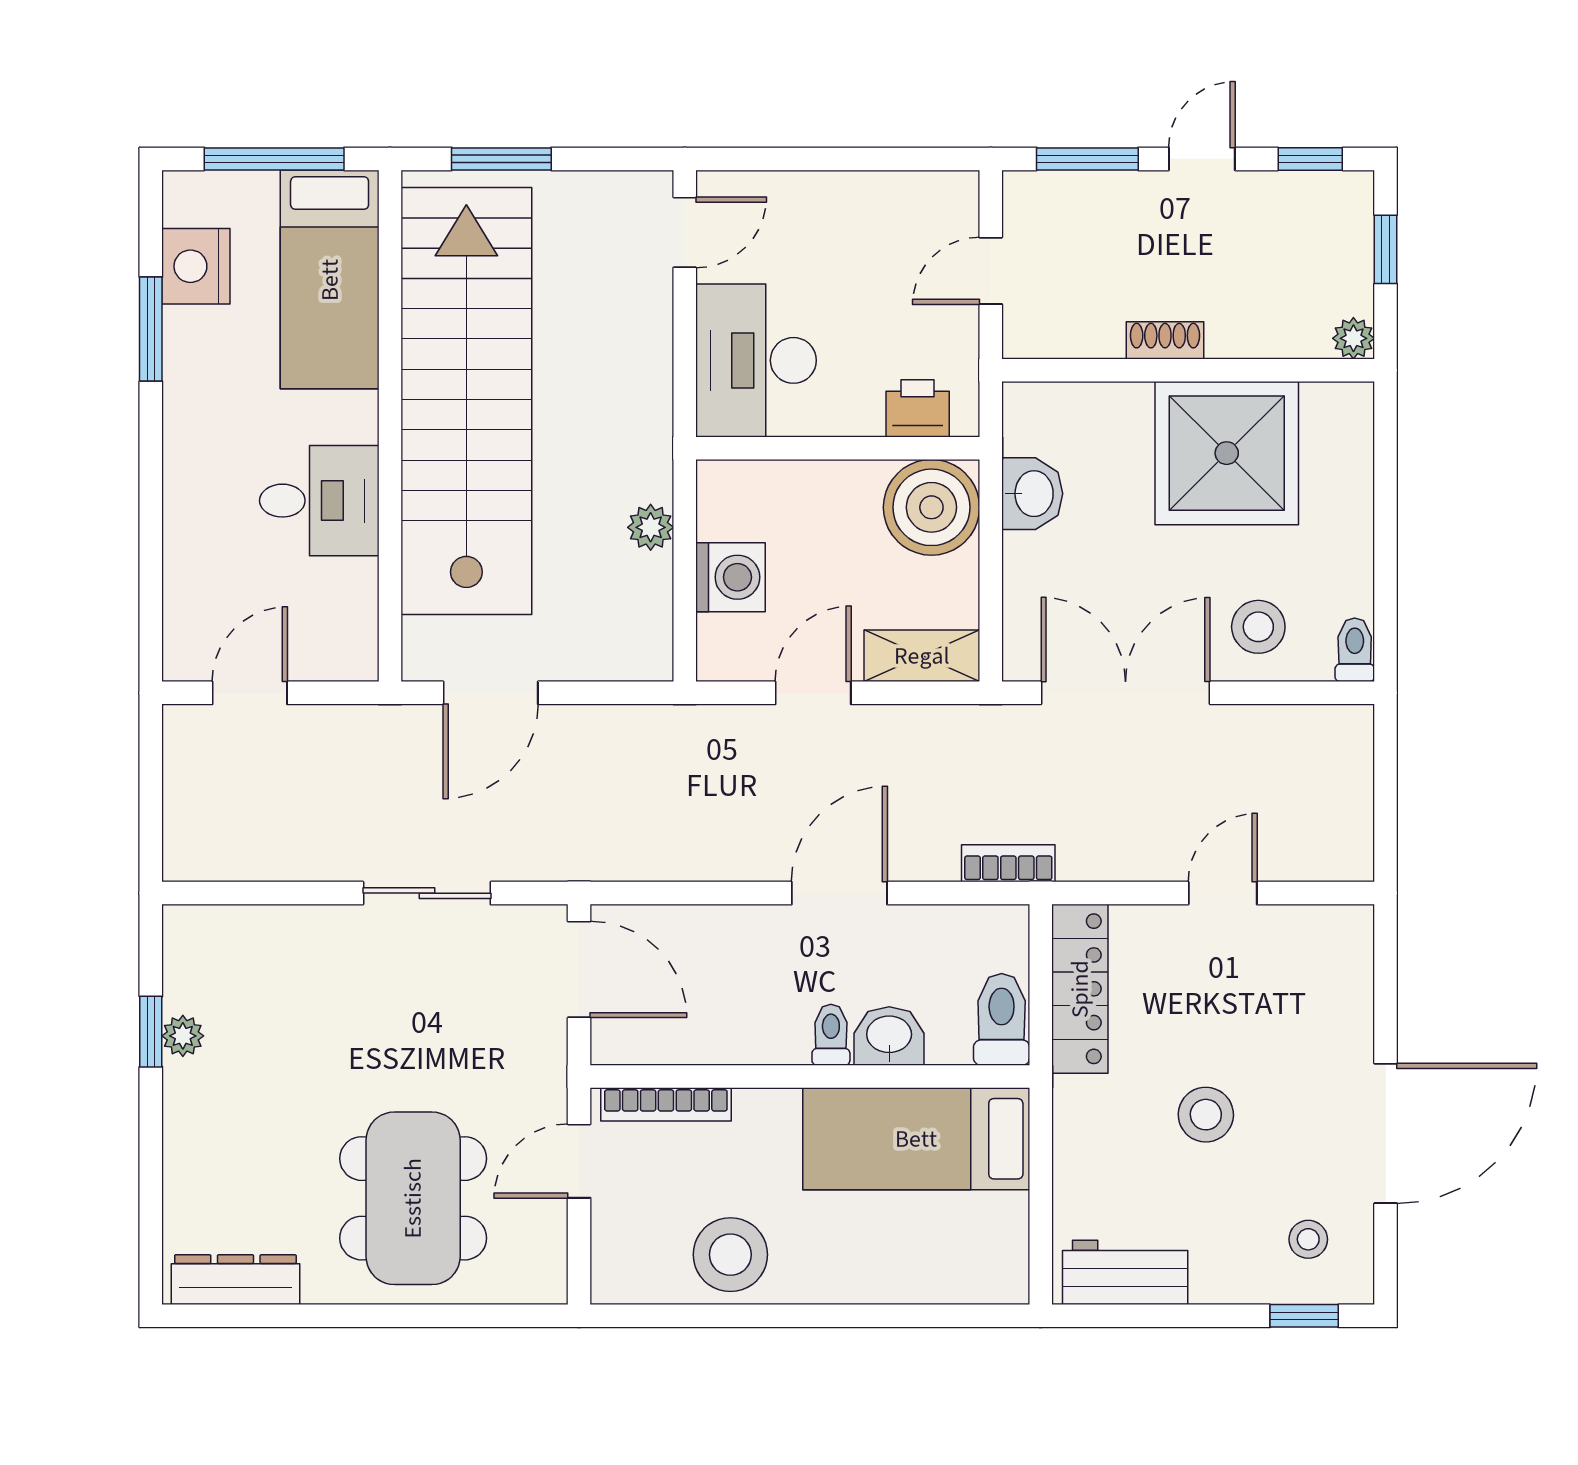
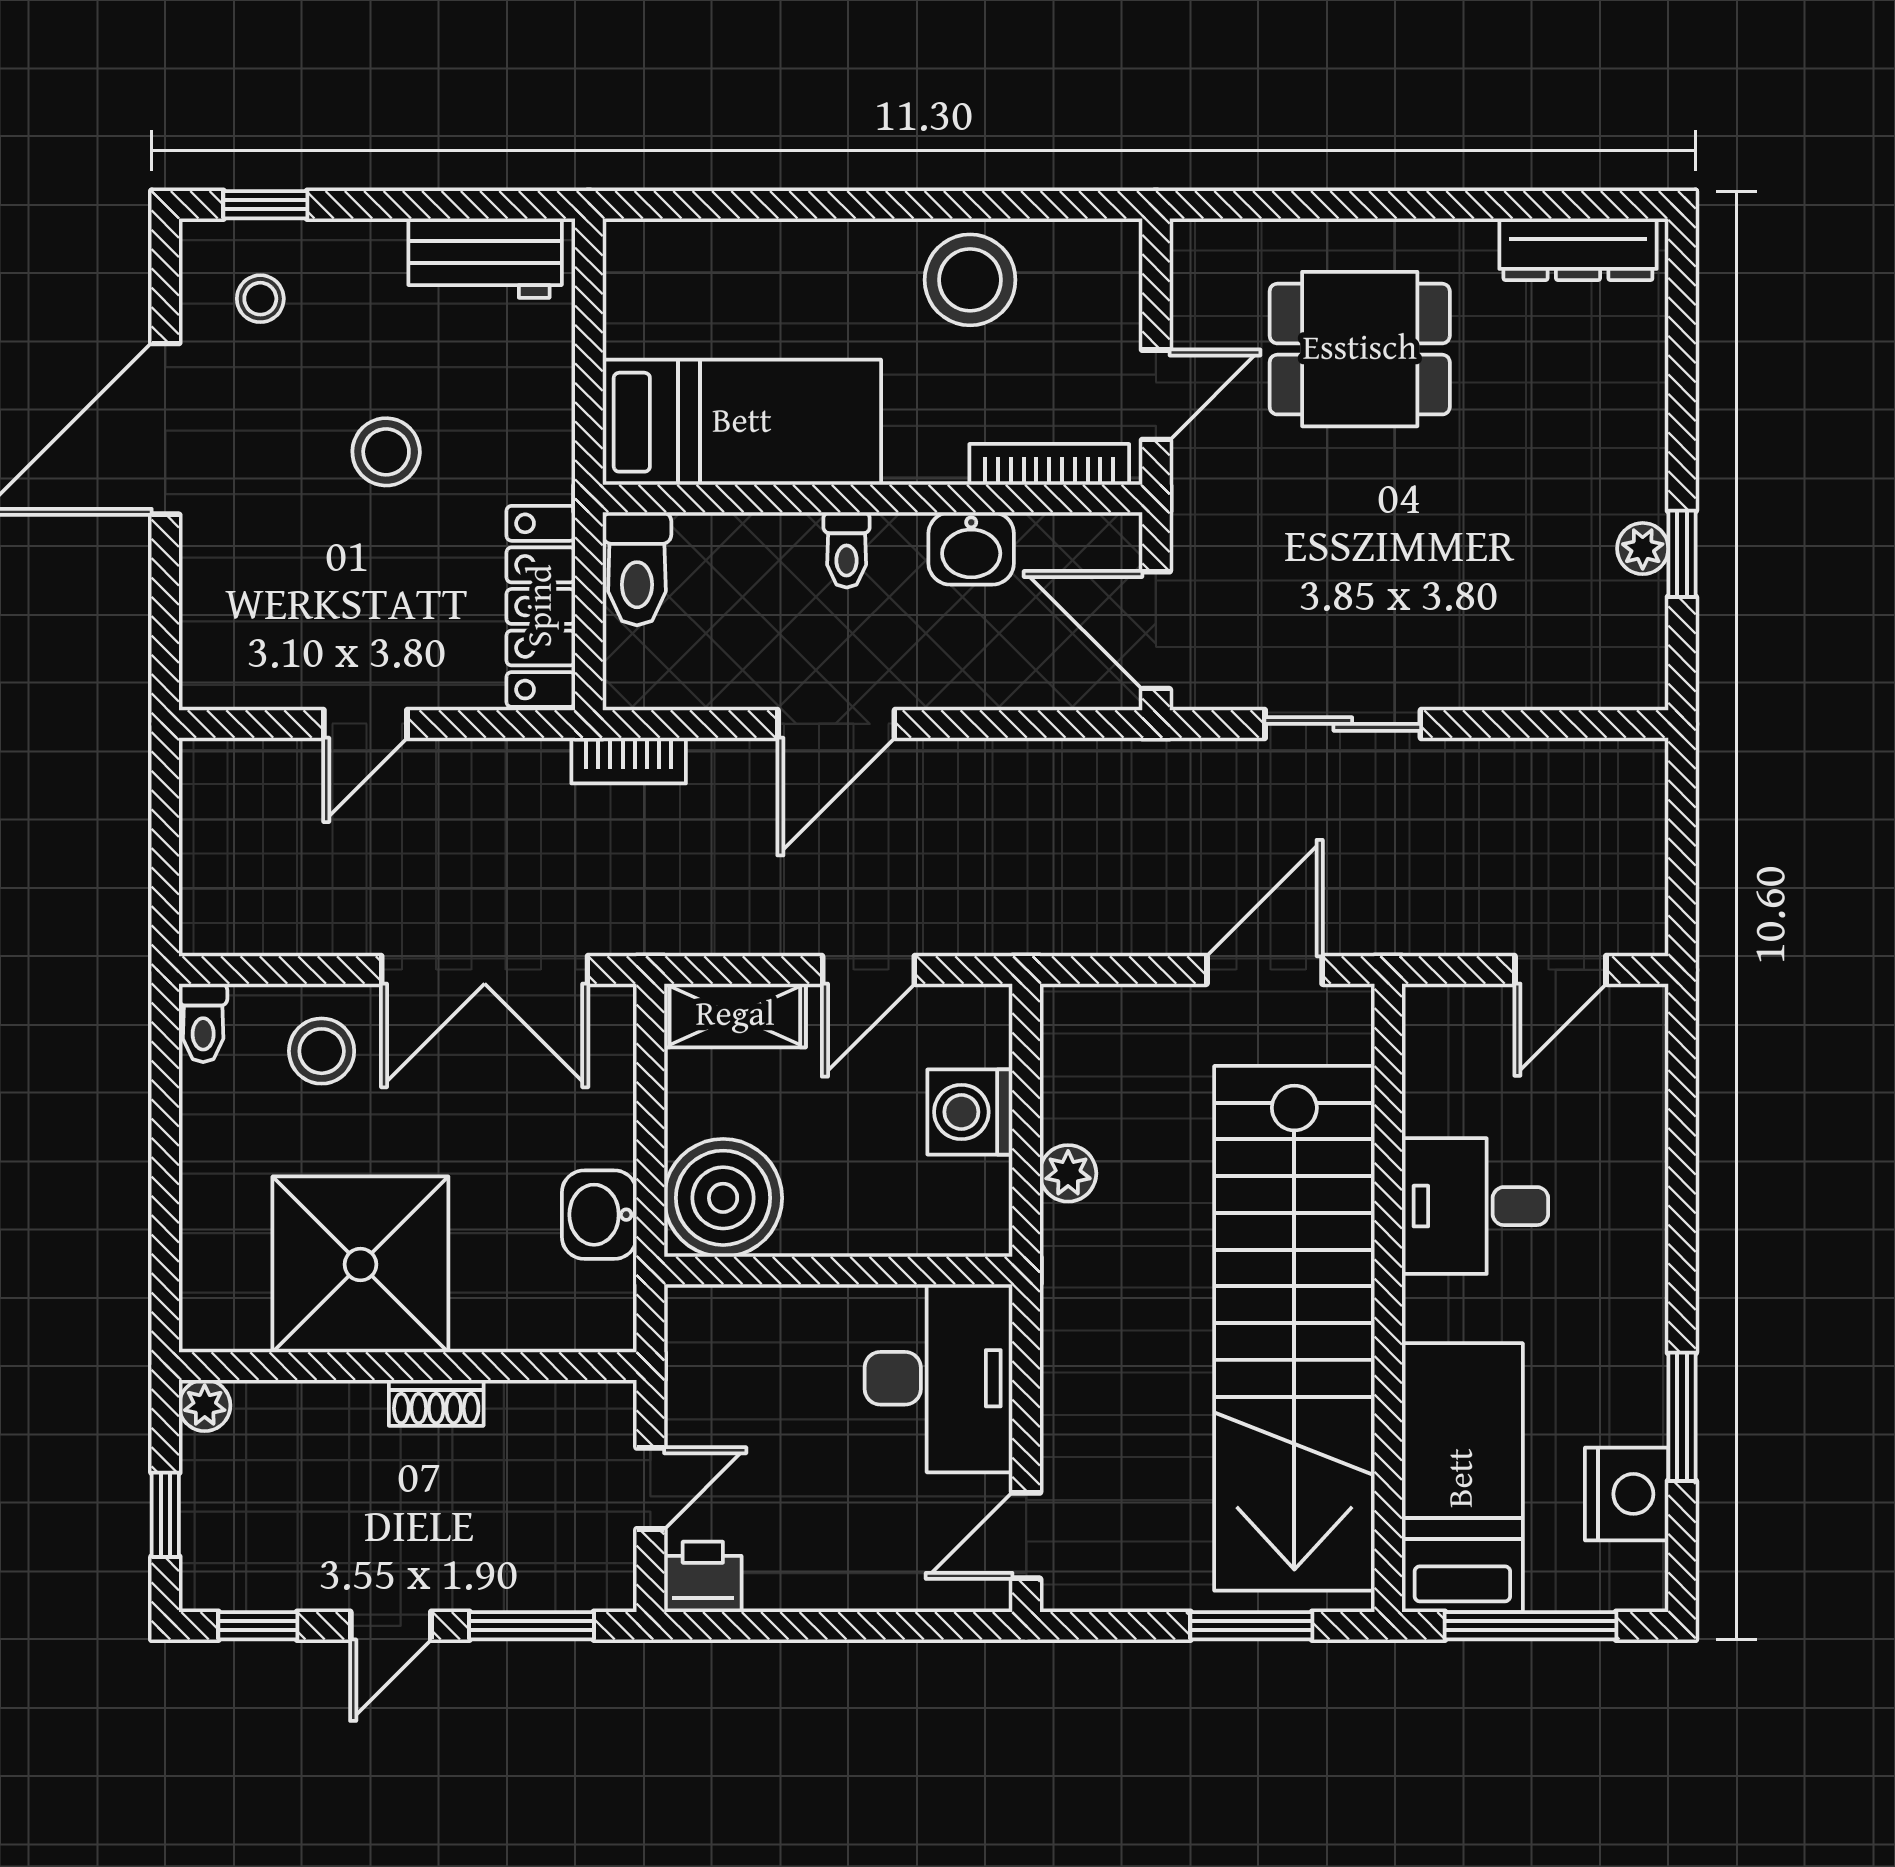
printer: (918, 408) -> (703, 1577), moved, turned 180
washbasin: (889, 1036) -> (971, 548), moved
dining table: (413, 1198) -> (1360, 349), width x0.73

